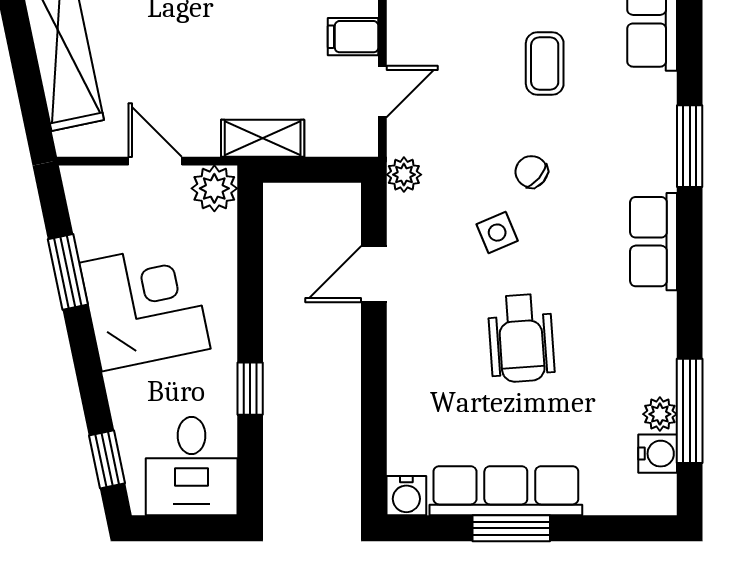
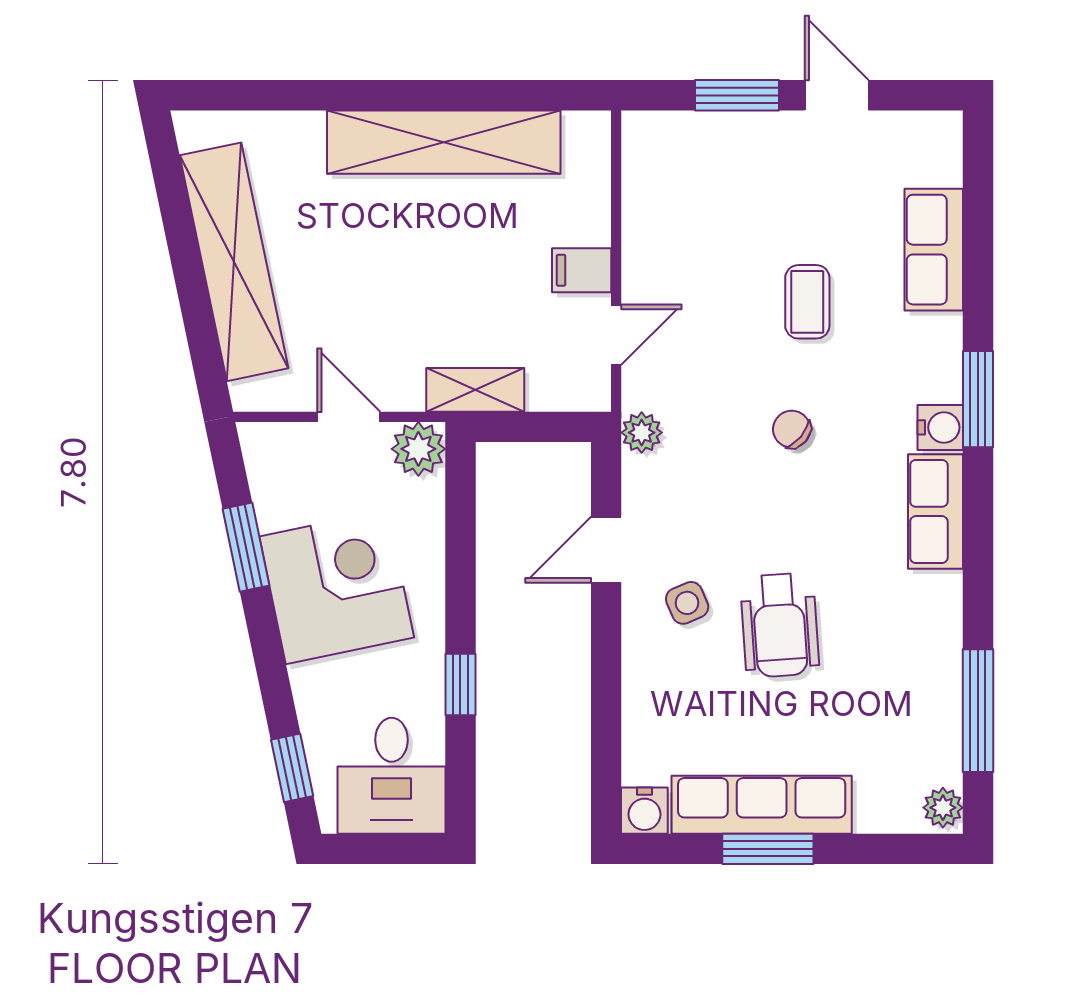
side table: (497, 233) -> (687, 603), moved
plant: (660, 414) -> (943, 808), moved
water cooler: (658, 454) -> (940, 427), moved

